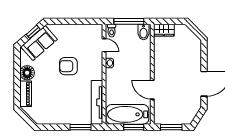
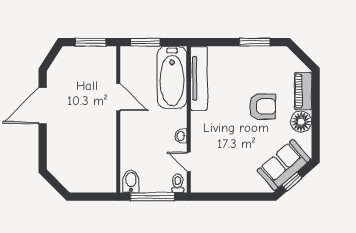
wardrobe: (164, 30) -> (101, 184), removed
armchair: (68, 66) -> (262, 106), moved
bathtub: (127, 114) -> (172, 77), moved, turned 90
window: (81, 127) -> (255, 42), moved

